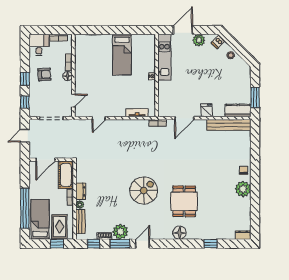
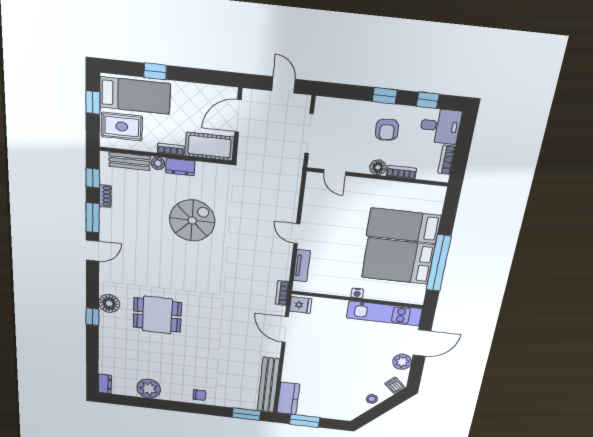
window: (125, 30) -> (439, 263), added
door: (183, 30) -> (422, 343), hinge flipped
bed: (103, 55) -> (404, 226), added
bed: (122, 55) -> (398, 261), width x1.50
window: (25, 102) -> (428, 100), moved
fridge: (207, 110) -> (301, 305), moved
door: (99, 118) -> (297, 234), moved
window: (255, 137) -> (246, 414), added
door: (46, 160) -> (238, 116), hinge flipped
plant: (243, 189) -> (149, 389), moved
spiral stairs: (144, 190) -> (192, 220), moved, turned -90
window: (25, 208) -> (155, 71), width x0.32
plant: (120, 232) -> (112, 220), removed
window: (57, 244) -> (93, 103), moved
door: (143, 244) -> (93, 251), hinge flipped
window: (210, 244) -> (92, 317), moved

